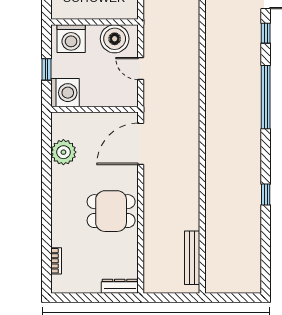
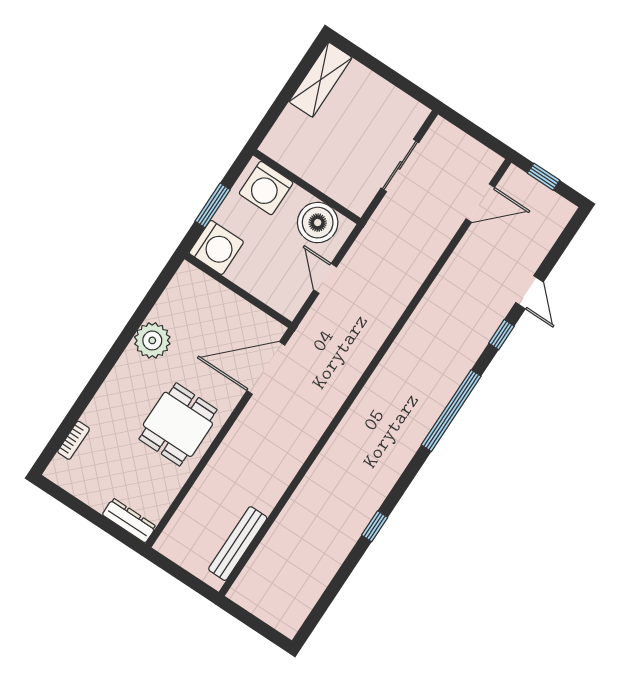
window: (46, 69) -> (213, 205), width x1.50
plant: (63, 152) -> (152, 340), moved
dining table: (111, 211) -> (178, 424), turned 90

